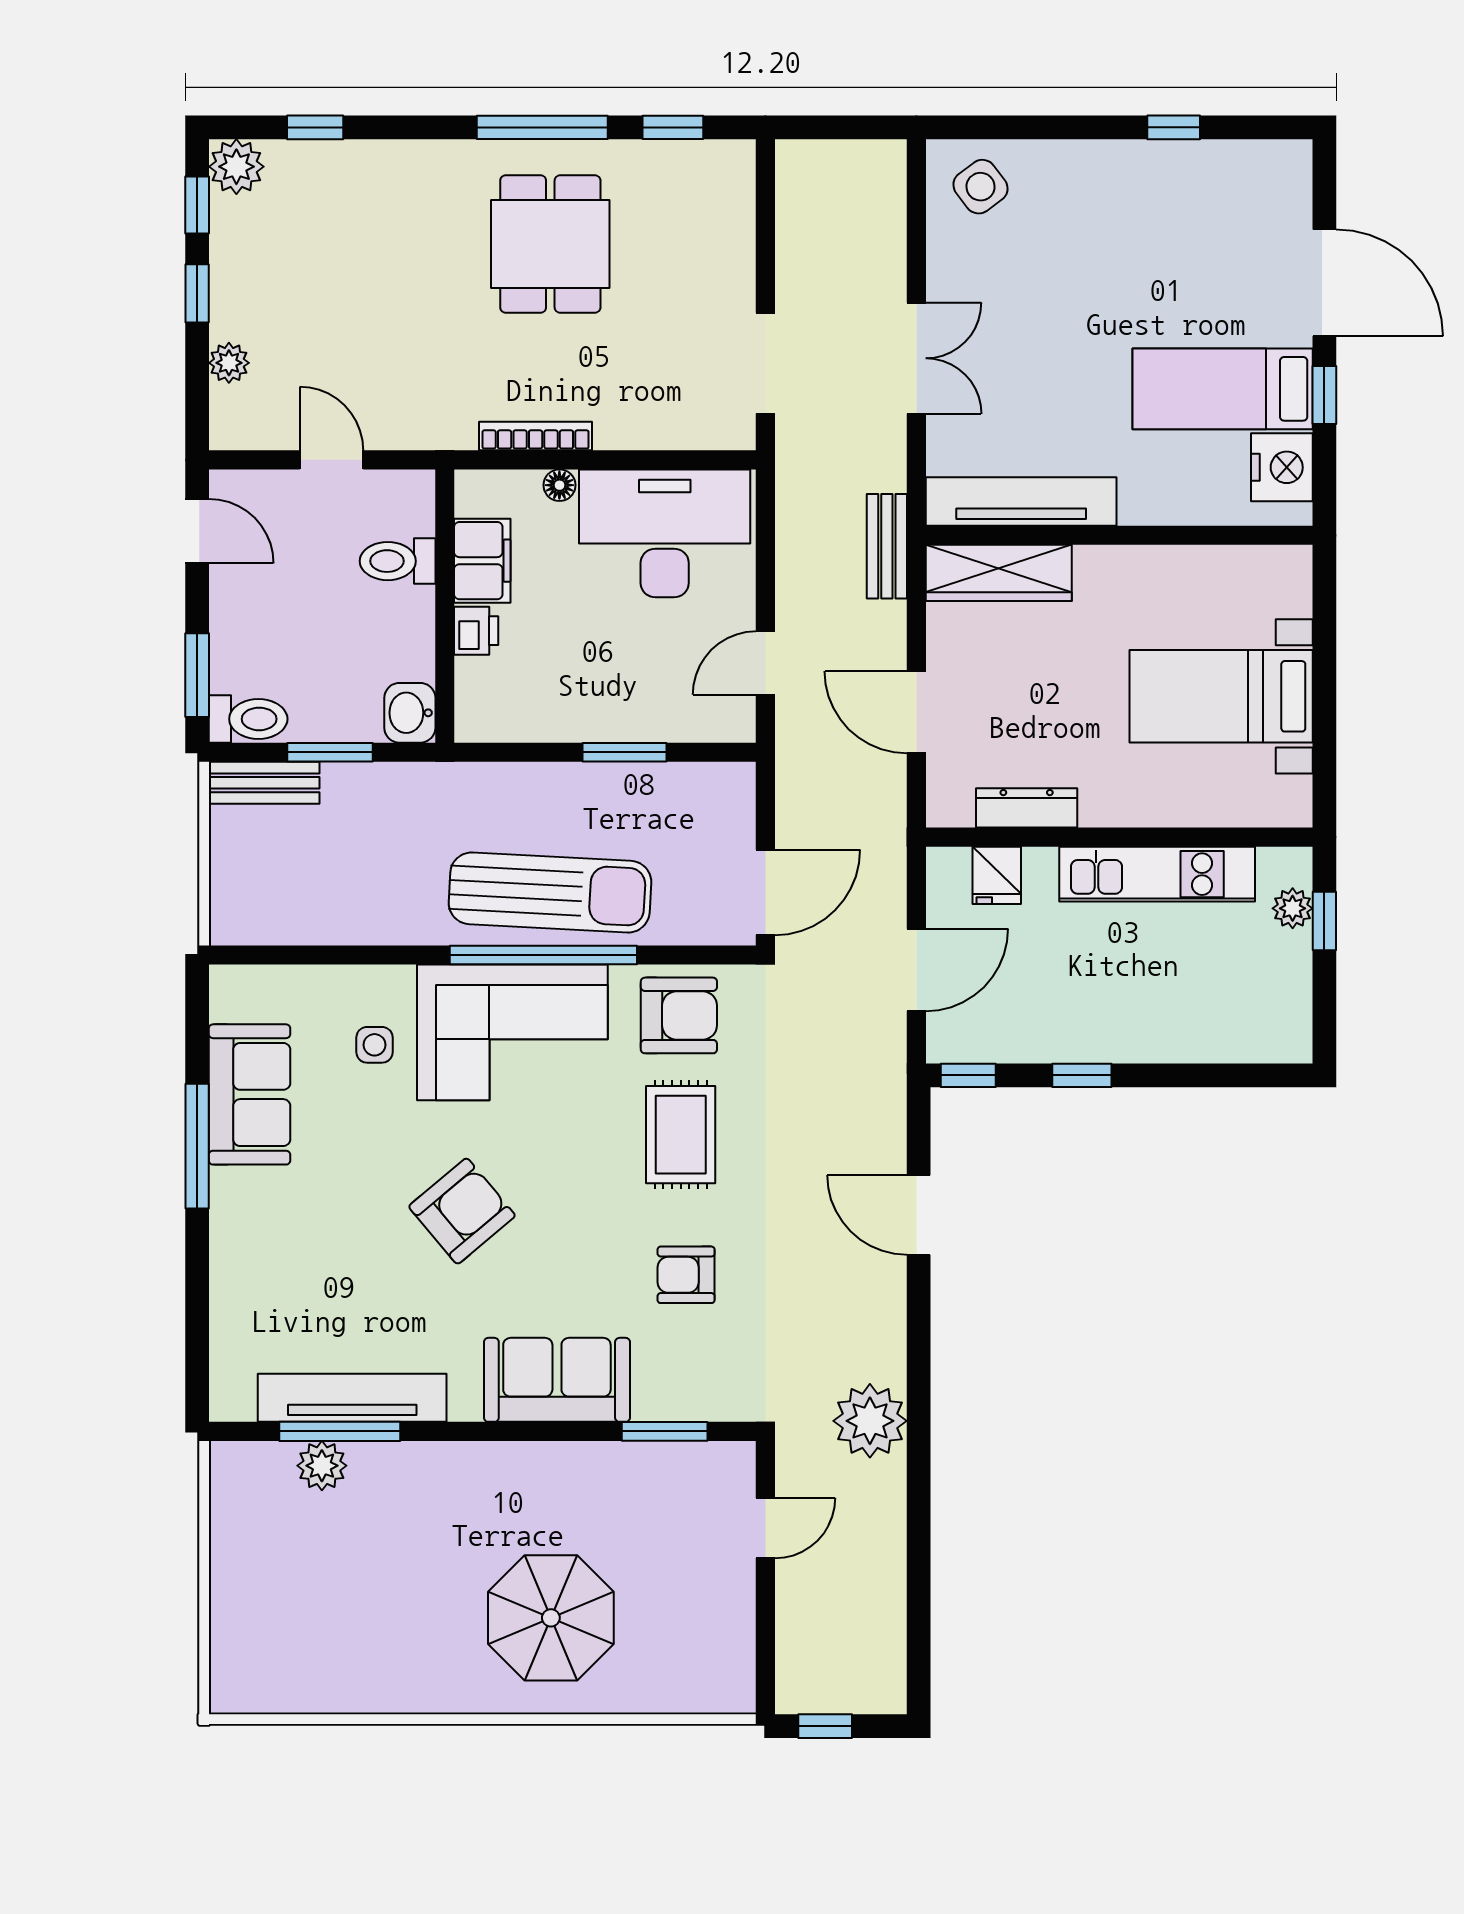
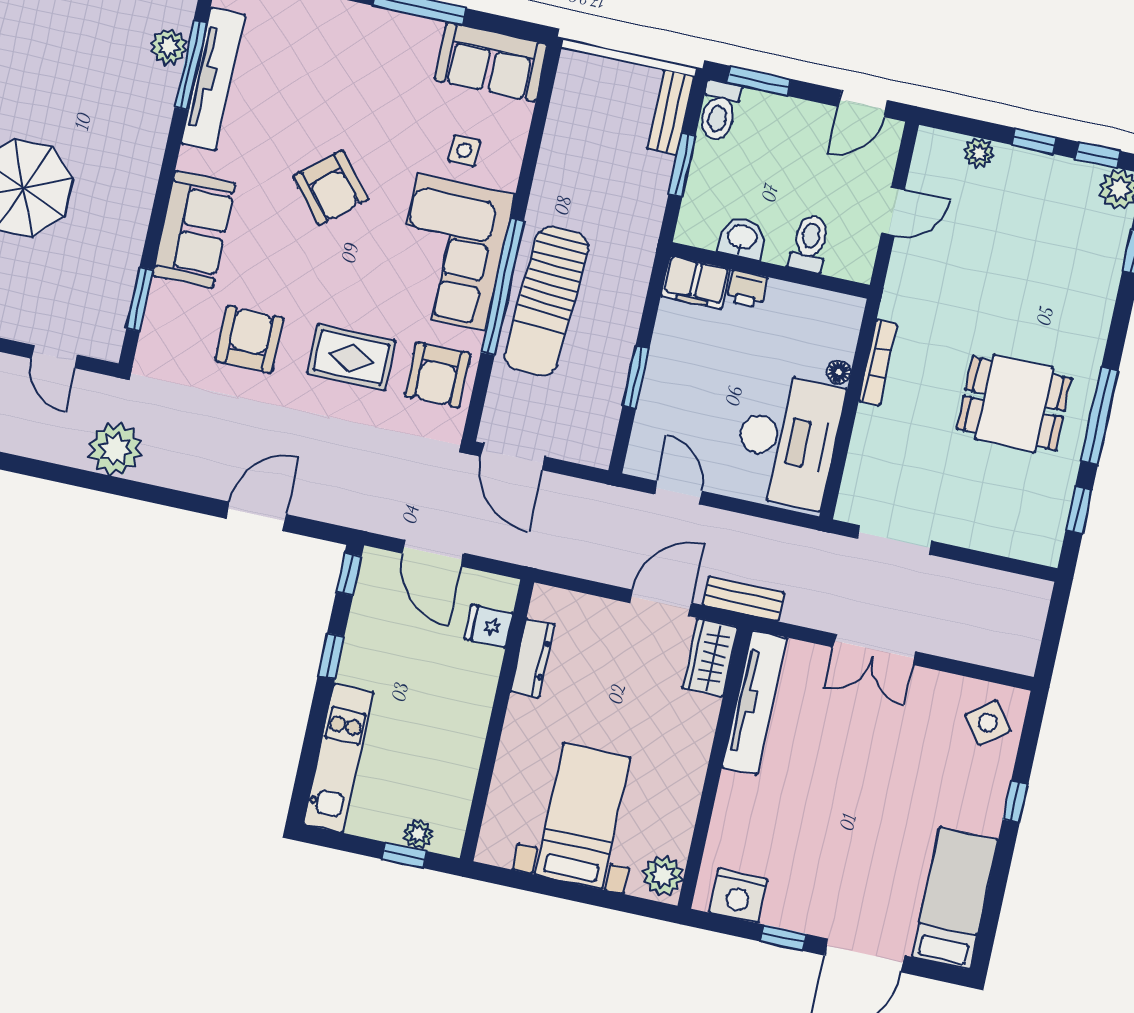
window: (1174, 127) -> (1015, 802), moved
bed: (1223, 389) -> (955, 898), moved
filing cabinet: (482, 561) -> (695, 282), moved
plant: (1277, 572) -> (663, 876), added
wardrobe: (999, 573) -> (710, 657), width x0.67
door: (916, 712) -> (661, 603), moved
washbasin: (410, 713) -> (742, 238), moved
kitchen unit: (1157, 874) -> (338, 758), moved, turned 180
sofa: (250, 1094) -> (491, 62), moved
armchair: (686, 1275) -> (249, 339), width x1.38, depth x1.38

